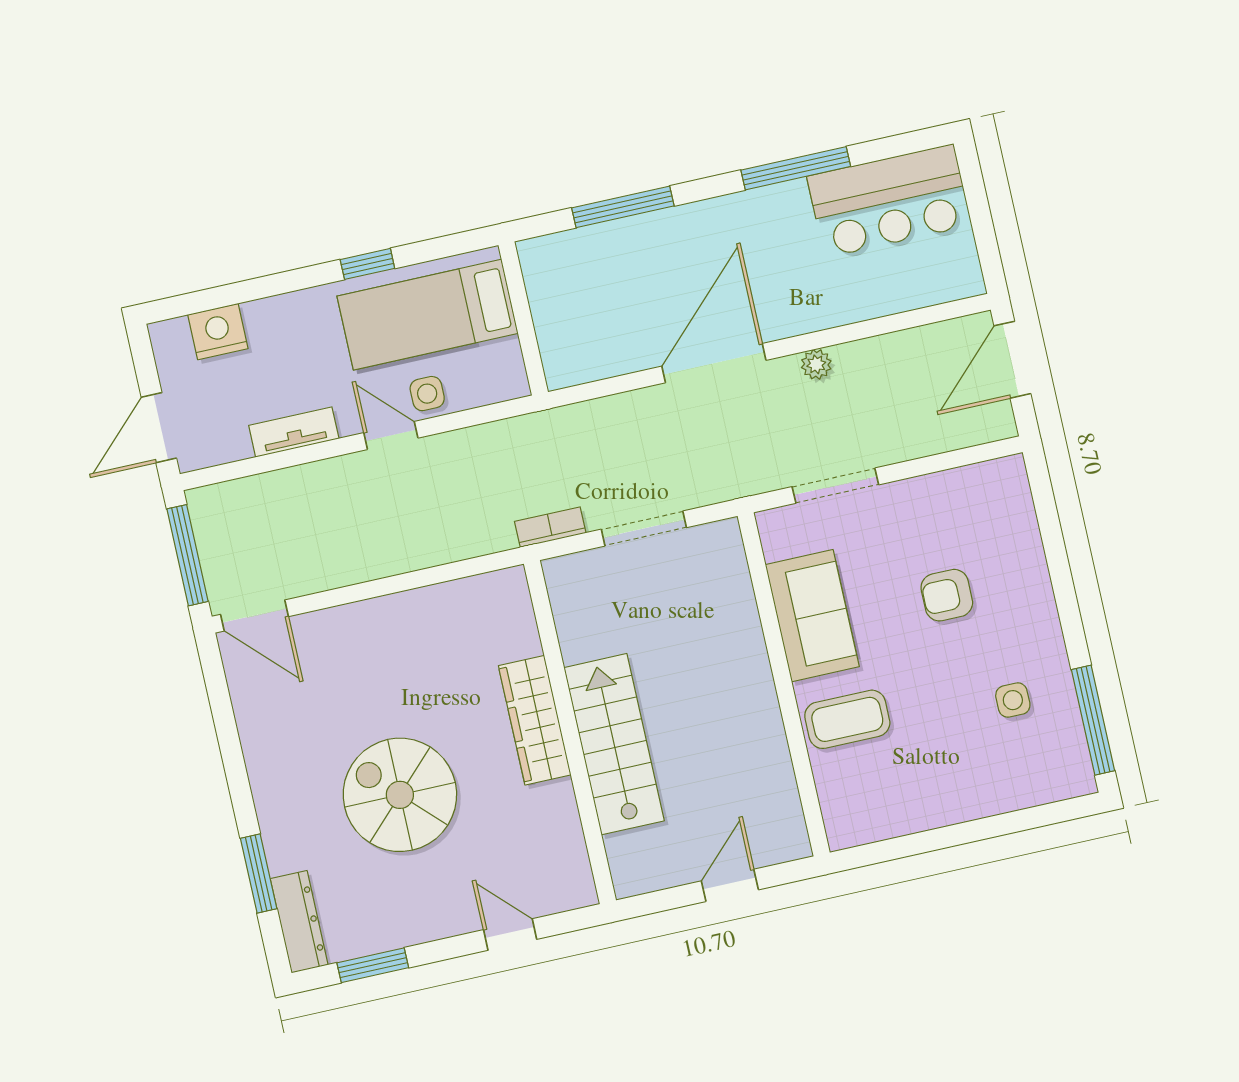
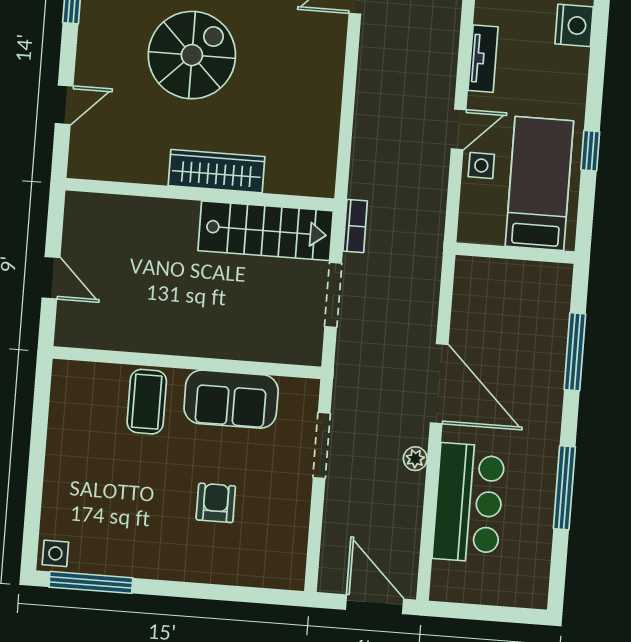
bar counter: (889, 201) -> (469, 503), moved, turned 180
side table: (1013, 700) -> (55, 553), moved
stairs: (614, 744) -> (266, 231), moved

